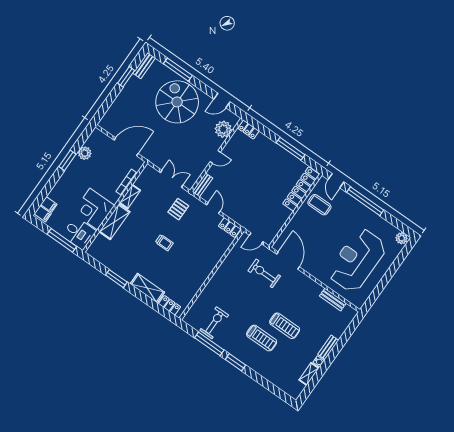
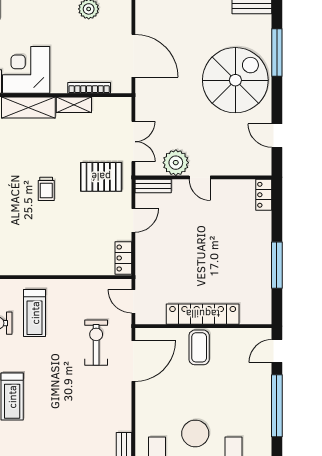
plant: (223, 129) -> (176, 163), moved
locker: (301, 189) -> (203, 314), moved
coffee table: (319, 205) -> (199, 347), moved
pallet: (178, 209) -> (101, 177), width x1.50, depth x1.42
treadmill: (285, 326) -> (35, 313), moved

